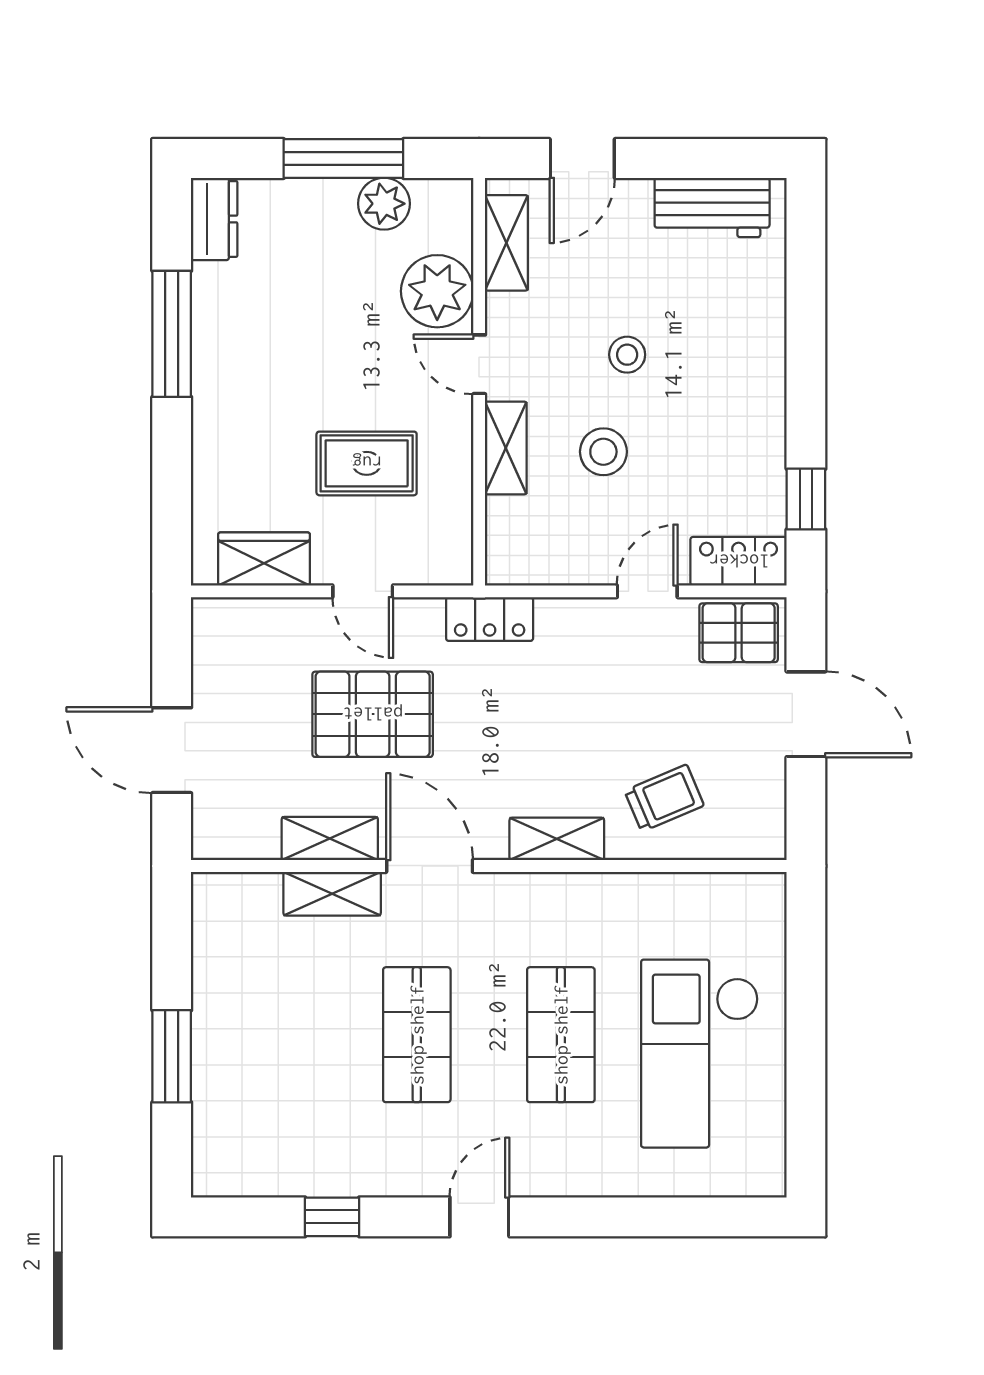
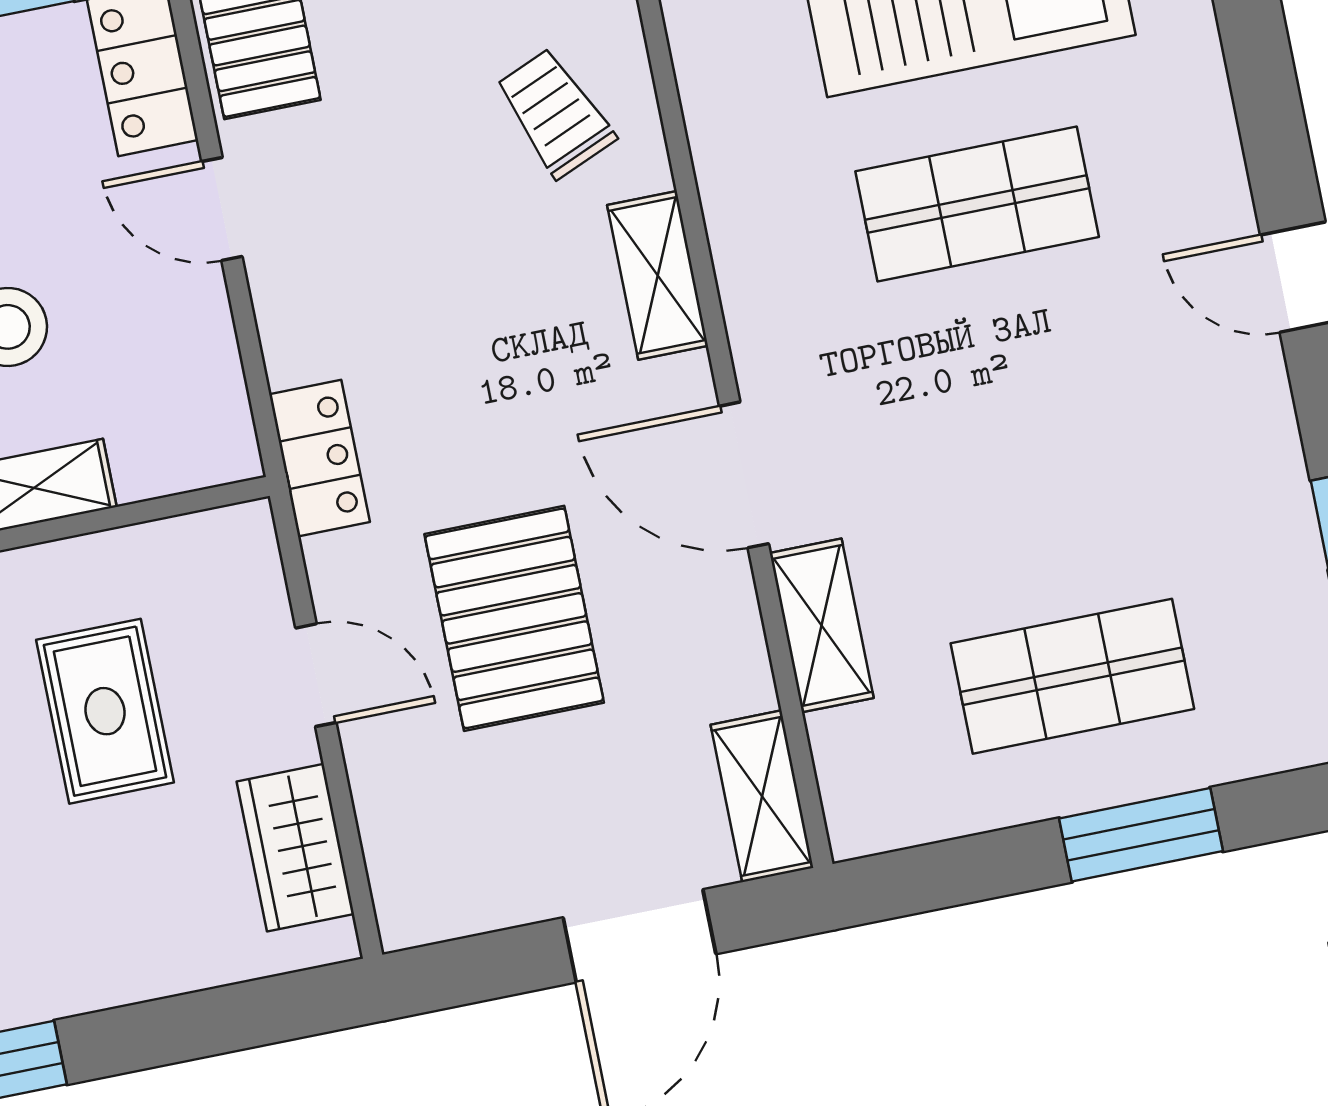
door: (363, 591) -> (316, 675), hinge flipped
shelving: (330, 839) -> (762, 796), moved
door: (430, 866) -> (744, 475), hinge flipped
shop shelf: (417, 1035) -> (1072, 676), moved

